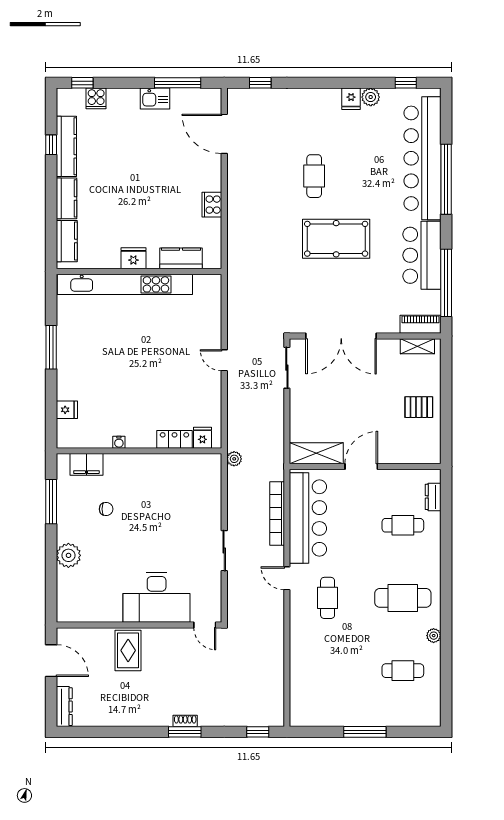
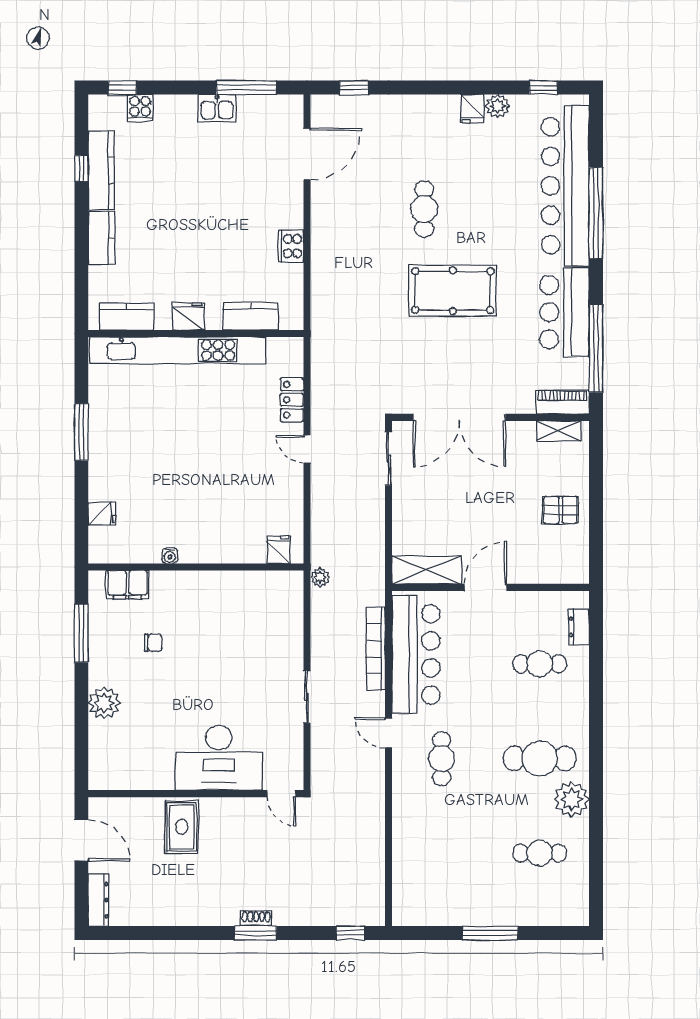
door: (224, 134) -> (307, 154), swing flipped
kitchen counter: (67, 241) -> (127, 317), moved, turned -90
locker: (174, 439) -> (292, 400), moved, turned -90
plant: (434, 636) -> (572, 799), width x1.88, depth x1.88

